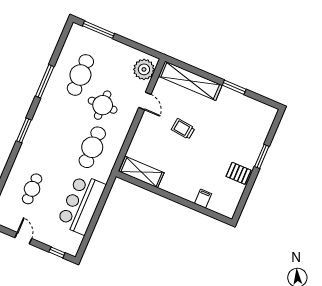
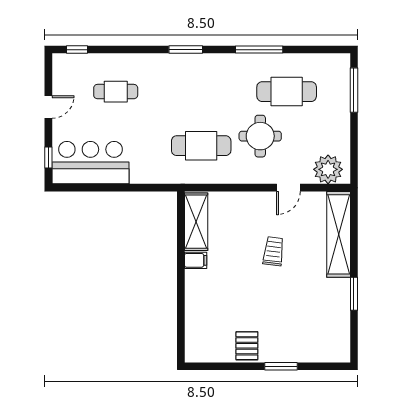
filing cabinet: (203, 199) -> (196, 260), moved
bar counter: (81, 204) -> (90, 163), moved

